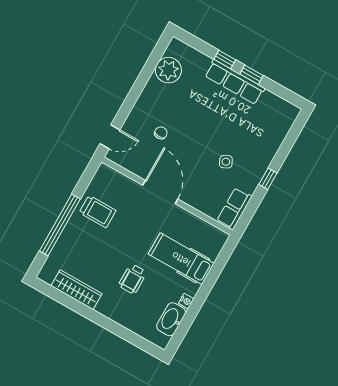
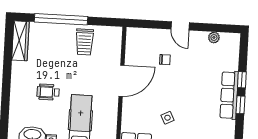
plant: (168, 70) -> (214, 37), width x0.53, depth x0.53
door: (110, 137) -> (180, 26), moved
wardrobe: (76, 290) -> (20, 41), moved

